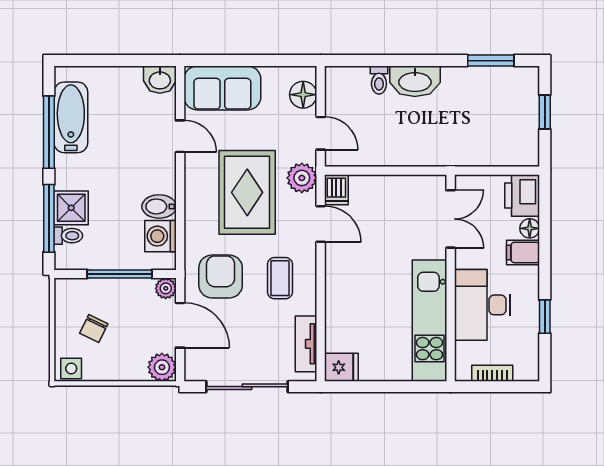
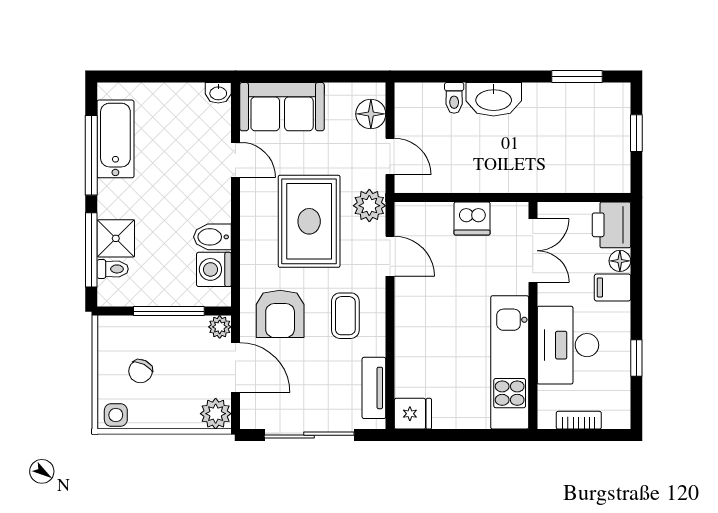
washbasin: (160, 80) -> (218, 93), width x0.72, depth x0.69
dishwasher: (336, 190) -> (472, 218), moved, width x1.38
armchair: (221, 276) -> (280, 314), turned 180

